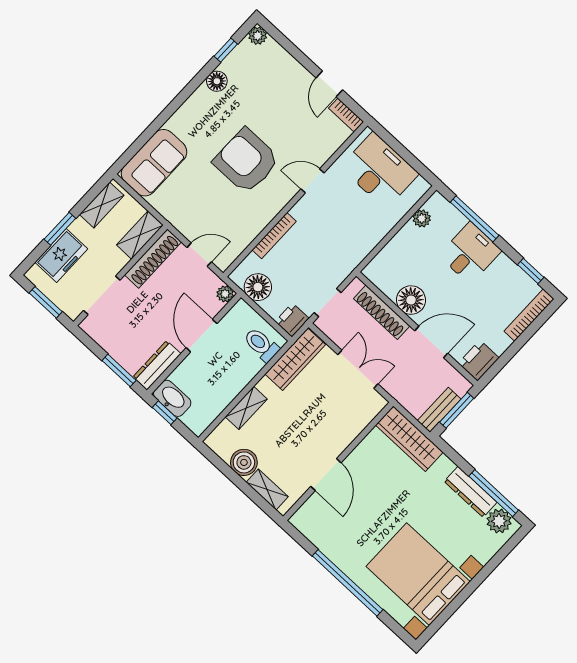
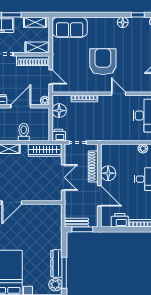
toilet: (261, 345) -> (24, 132), moved
printer: (479, 361) -> (120, 220), moved
wardrobe: (409, 439) -> (55, 222), removed

